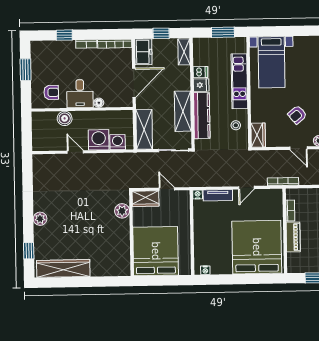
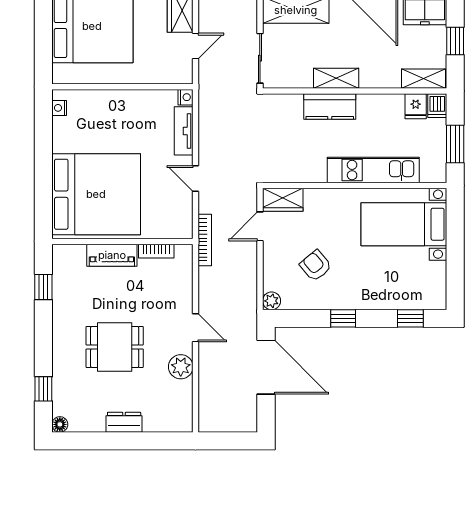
dishwasher: (200, 72) -> (437, 106), moved
fridge: (201, 85) -> (416, 106), moved
shelving: (183, 111) -> (336, 78), width x0.67, depth x0.75
kitchen counter: (202, 116) -> (330, 106), width x0.67
stool: (236, 125) -> (300, 163), removed
door: (299, 148) -> (260, 226), moved

